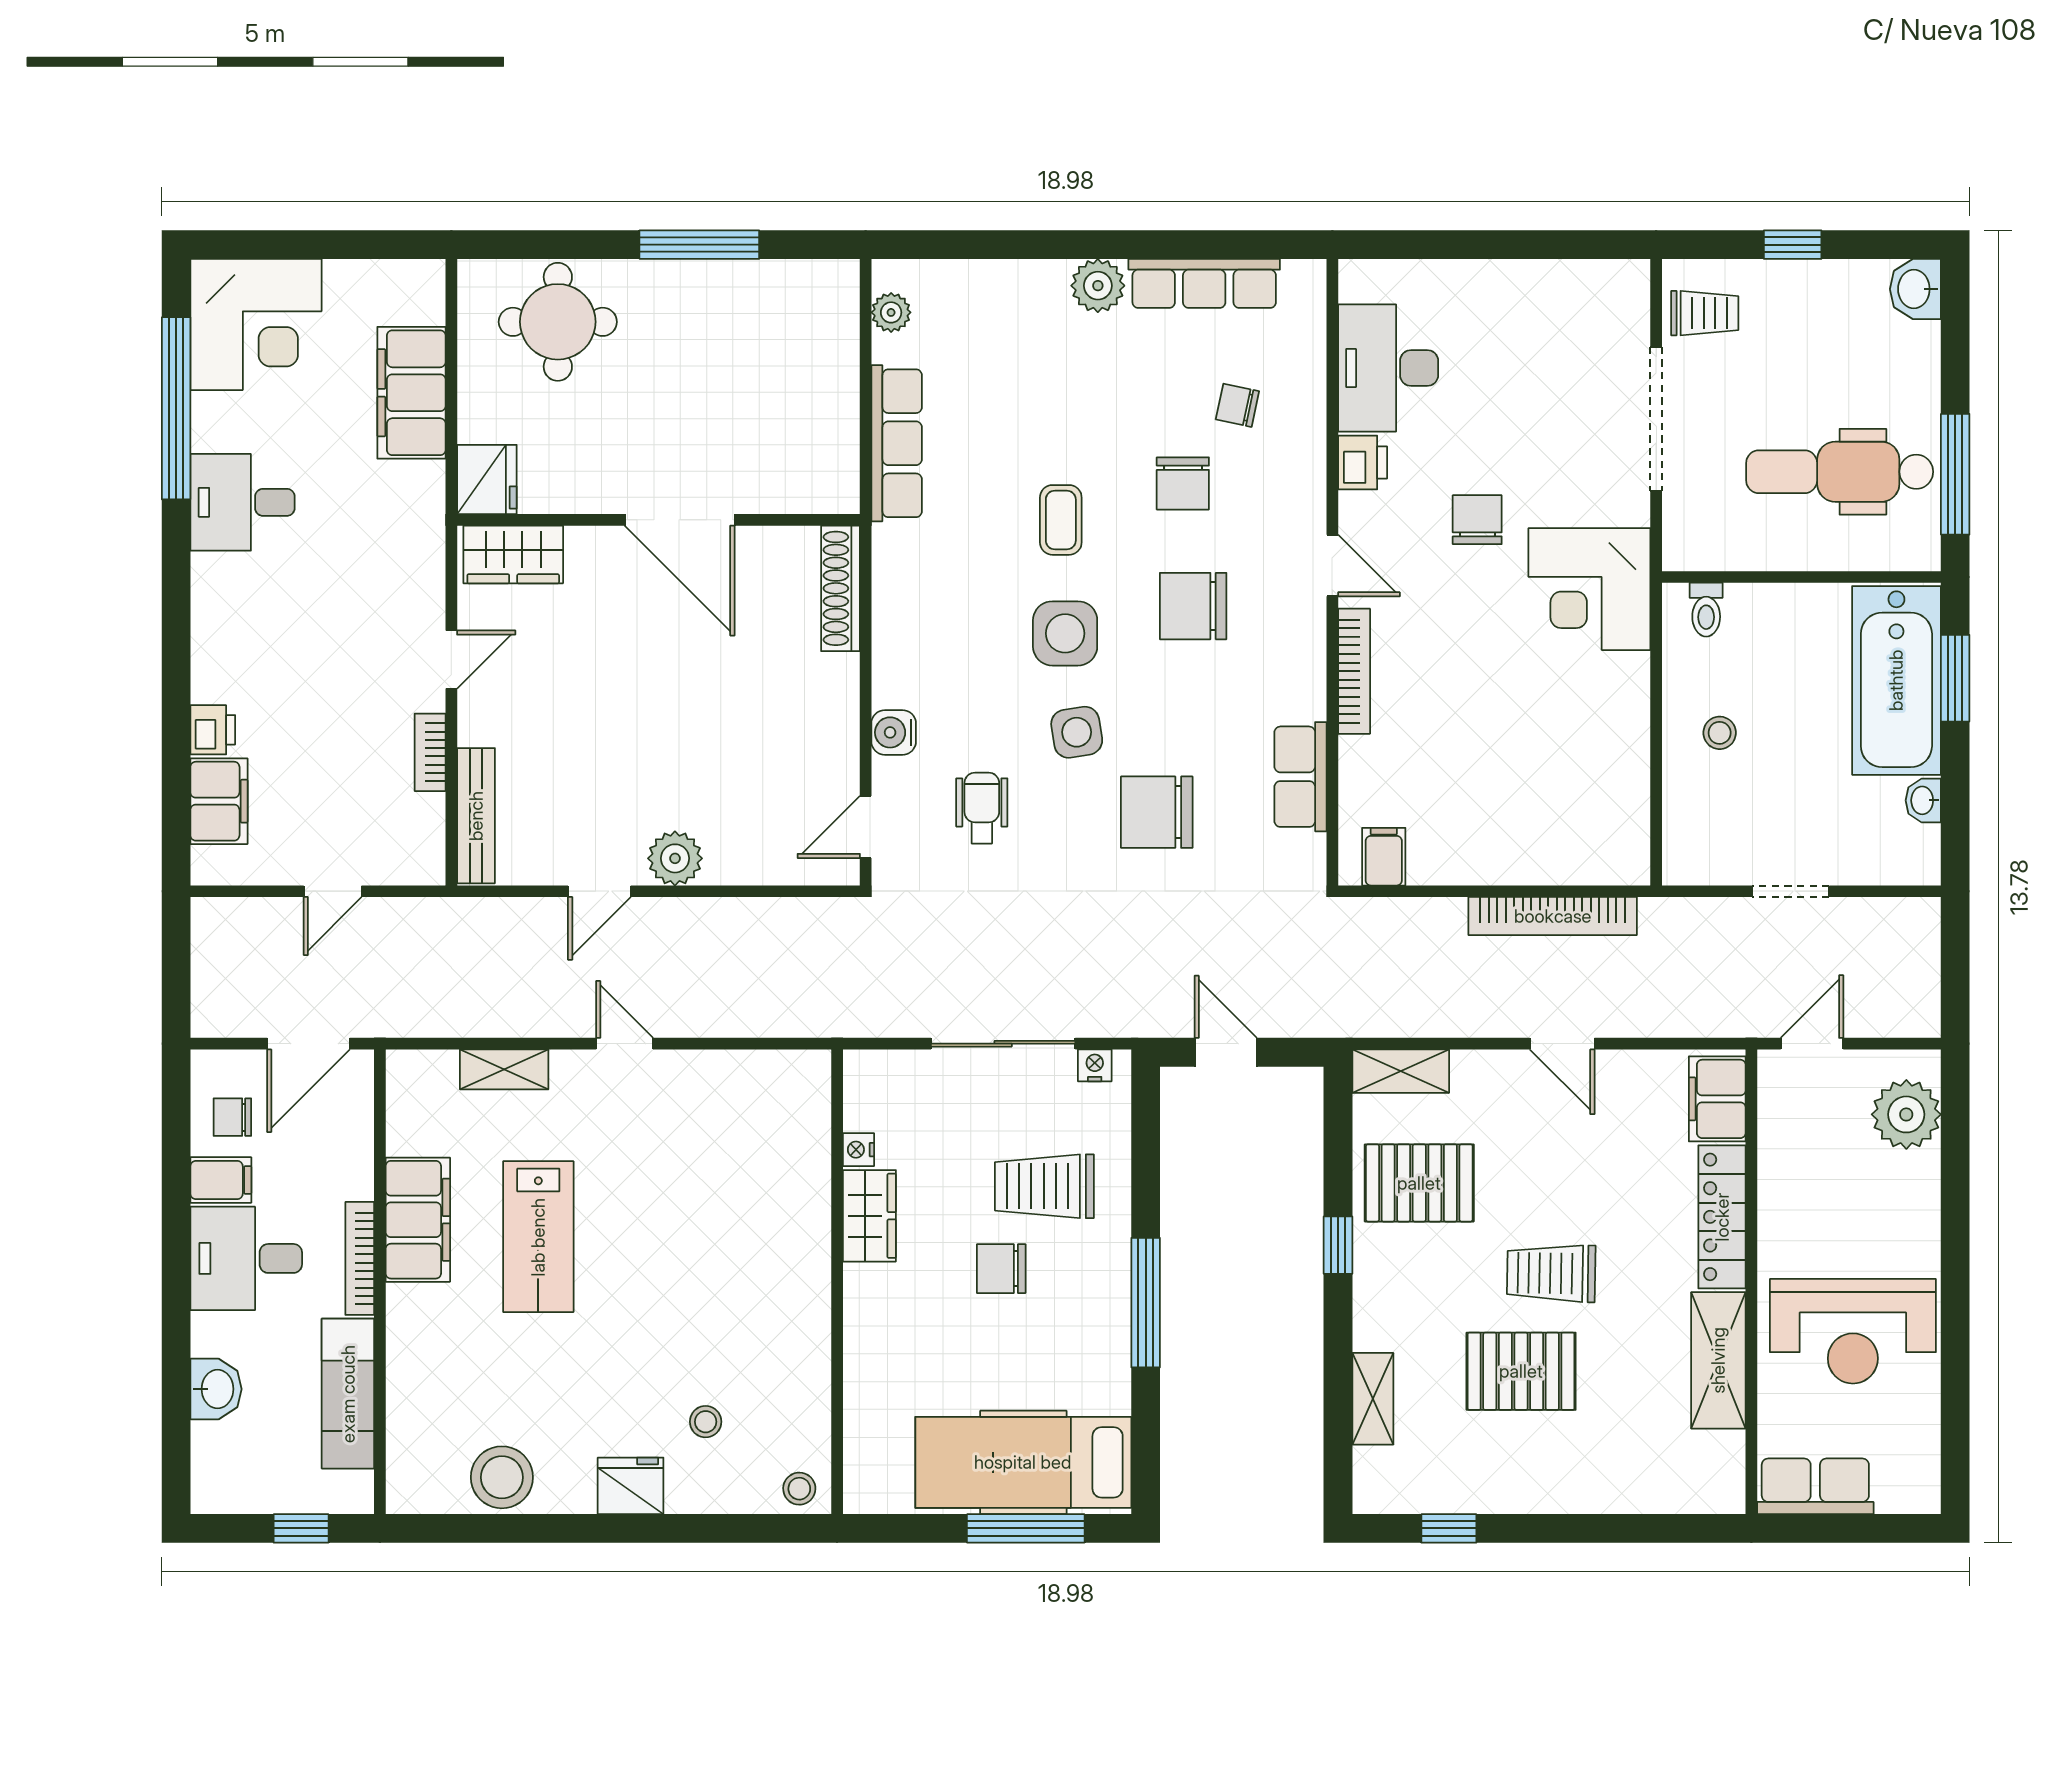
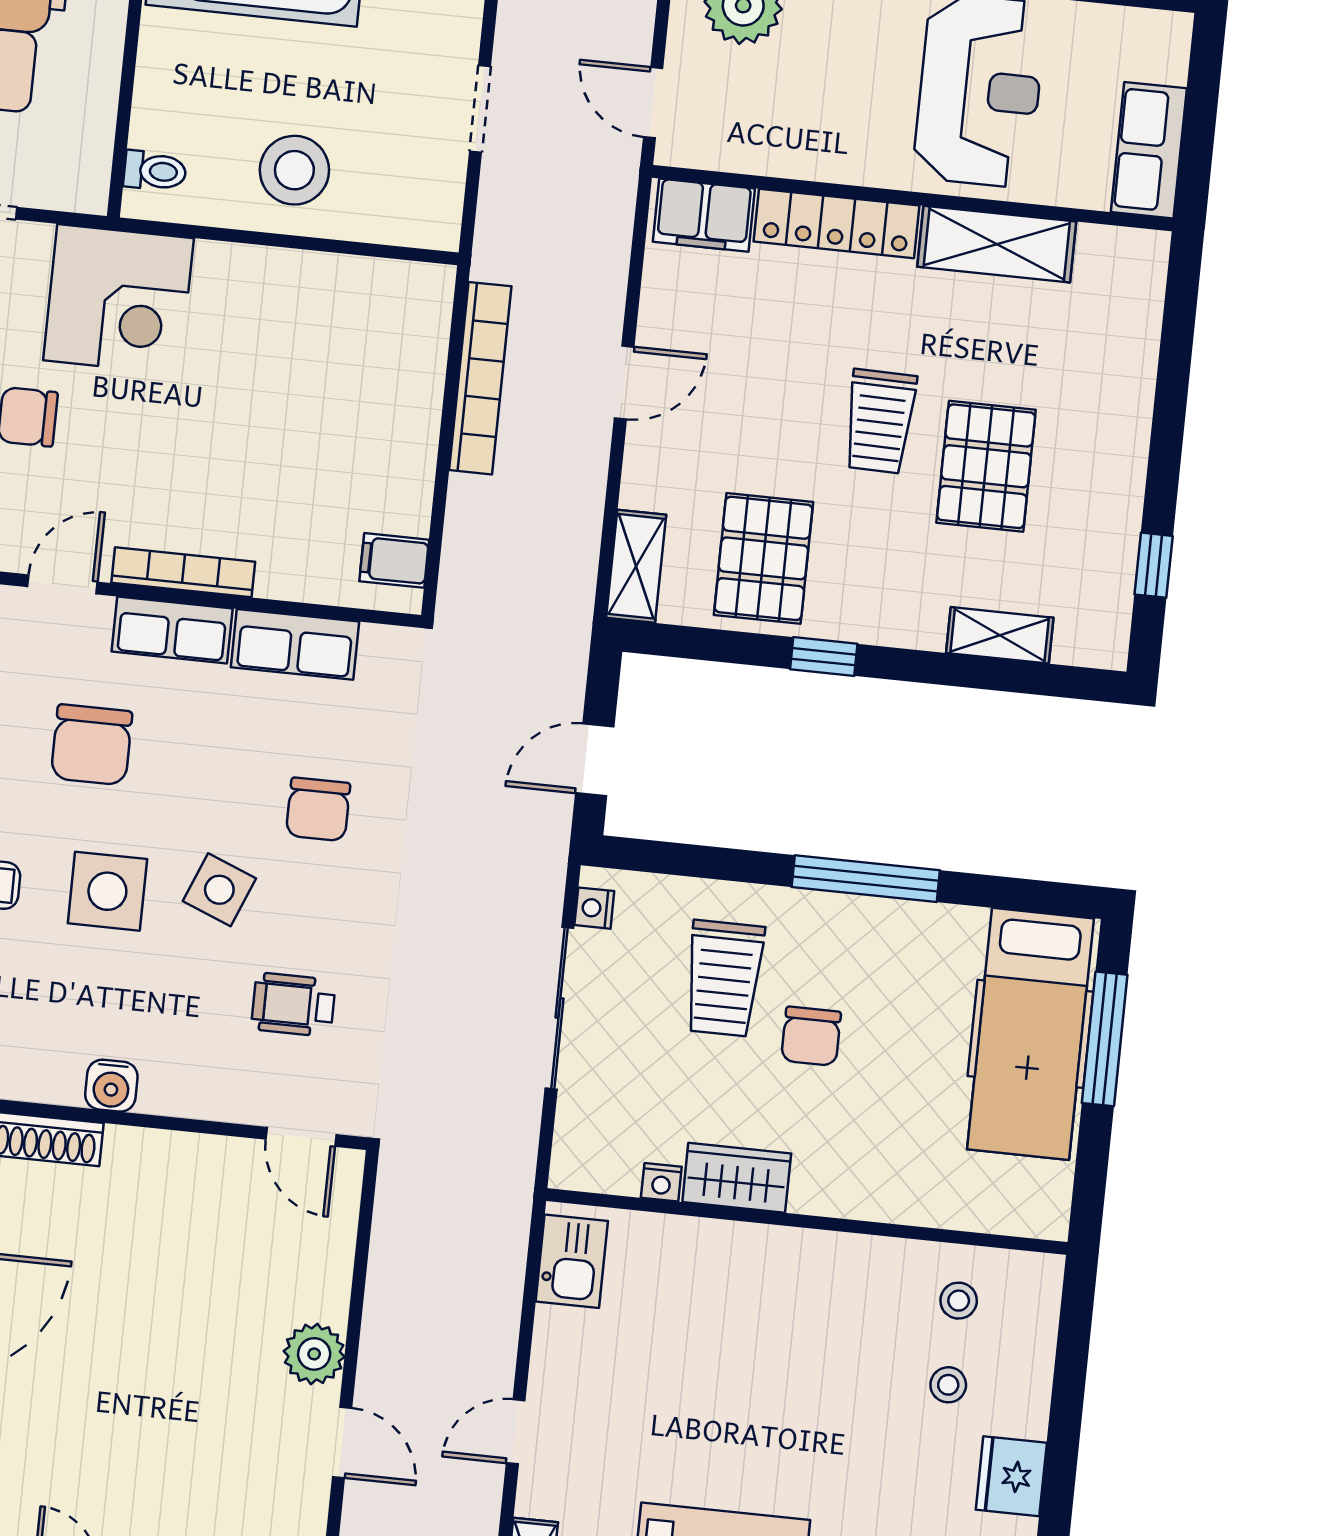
row of seats: (1302, 667) -> (172, 630), added
water cooler: (894, 732) -> (111, 1086), moved
side table: (1077, 732) -> (219, 890), turned 31
stool: (1720, 733) -> (294, 170), width x1.89, depth x1.89
chair: (1157, 812) -> (318, 809), width x0.73, depth x0.73
kitchen sink: (780, 1078) -> (572, 1261), added
stool: (799, 1489) -> (959, 1301), moved

